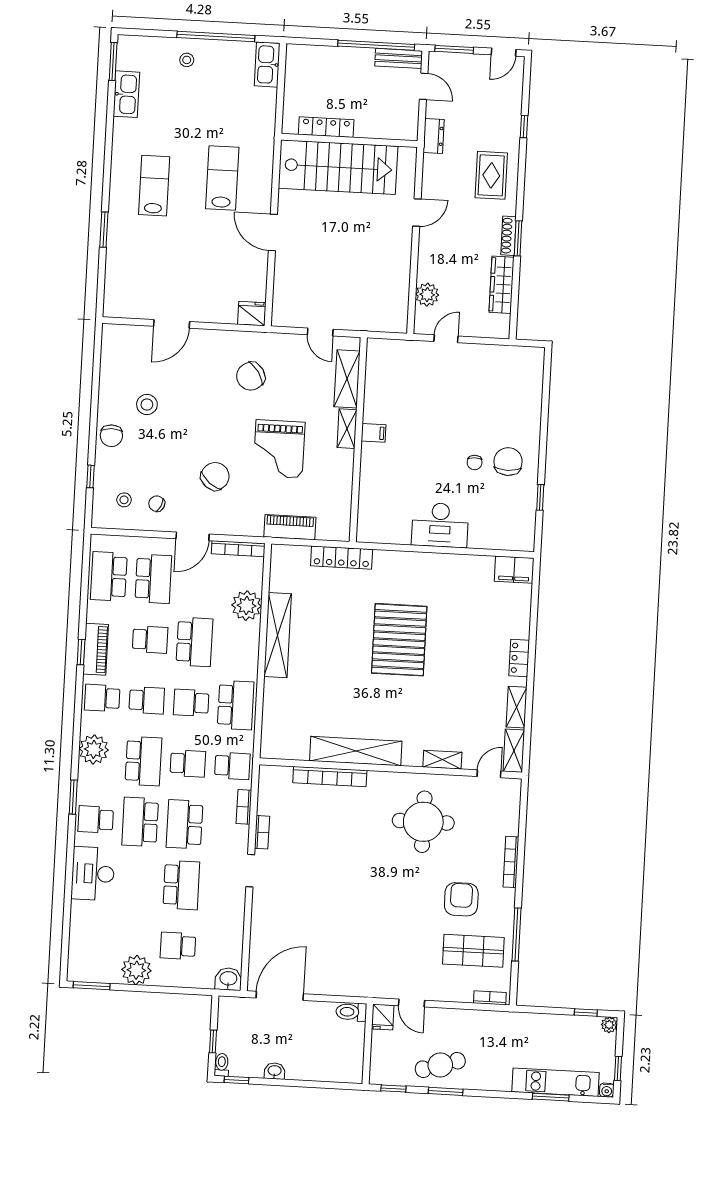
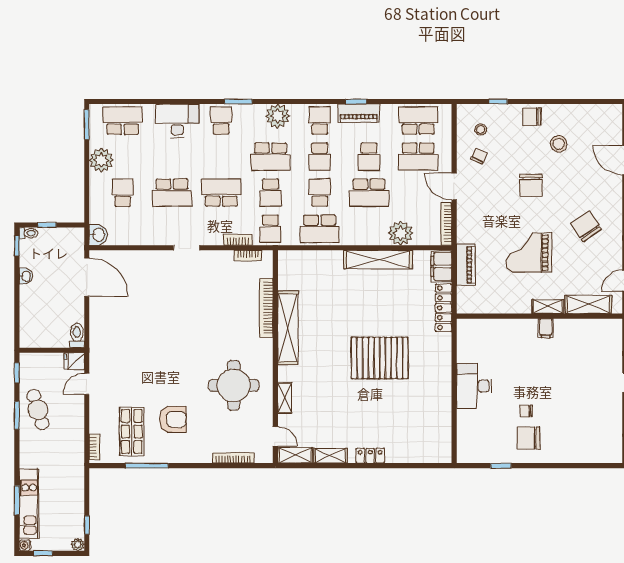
chair: (508, 462) -> (528, 438), turned 180
chair: (215, 476) -> (531, 185), moved, turned 51
filing cabinet: (514, 570) -> (441, 266), moved
school desk: (140, 822) -> (123, 121), moved
bookcase: (262, 832) -> (248, 256), moved
bookcase: (511, 862) -> (233, 458), moved

